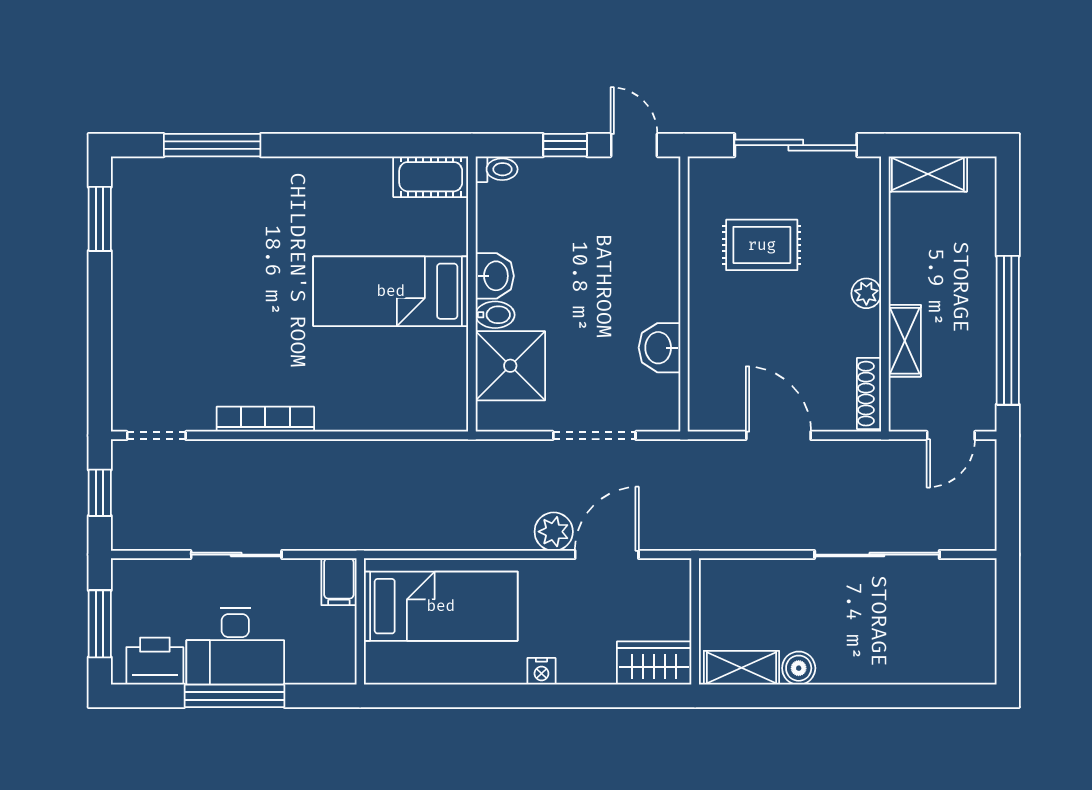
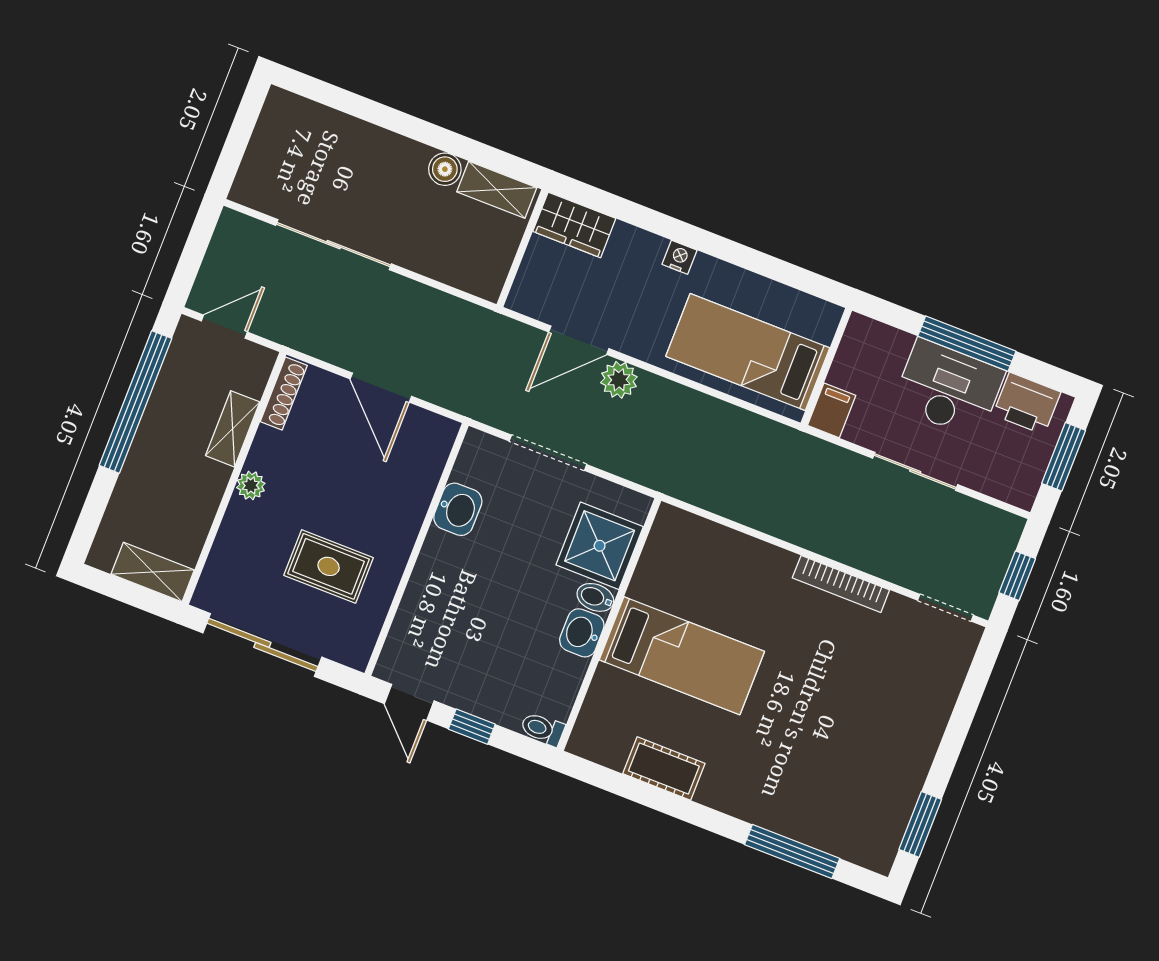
cot: (431, 177) -> (664, 768), moved

